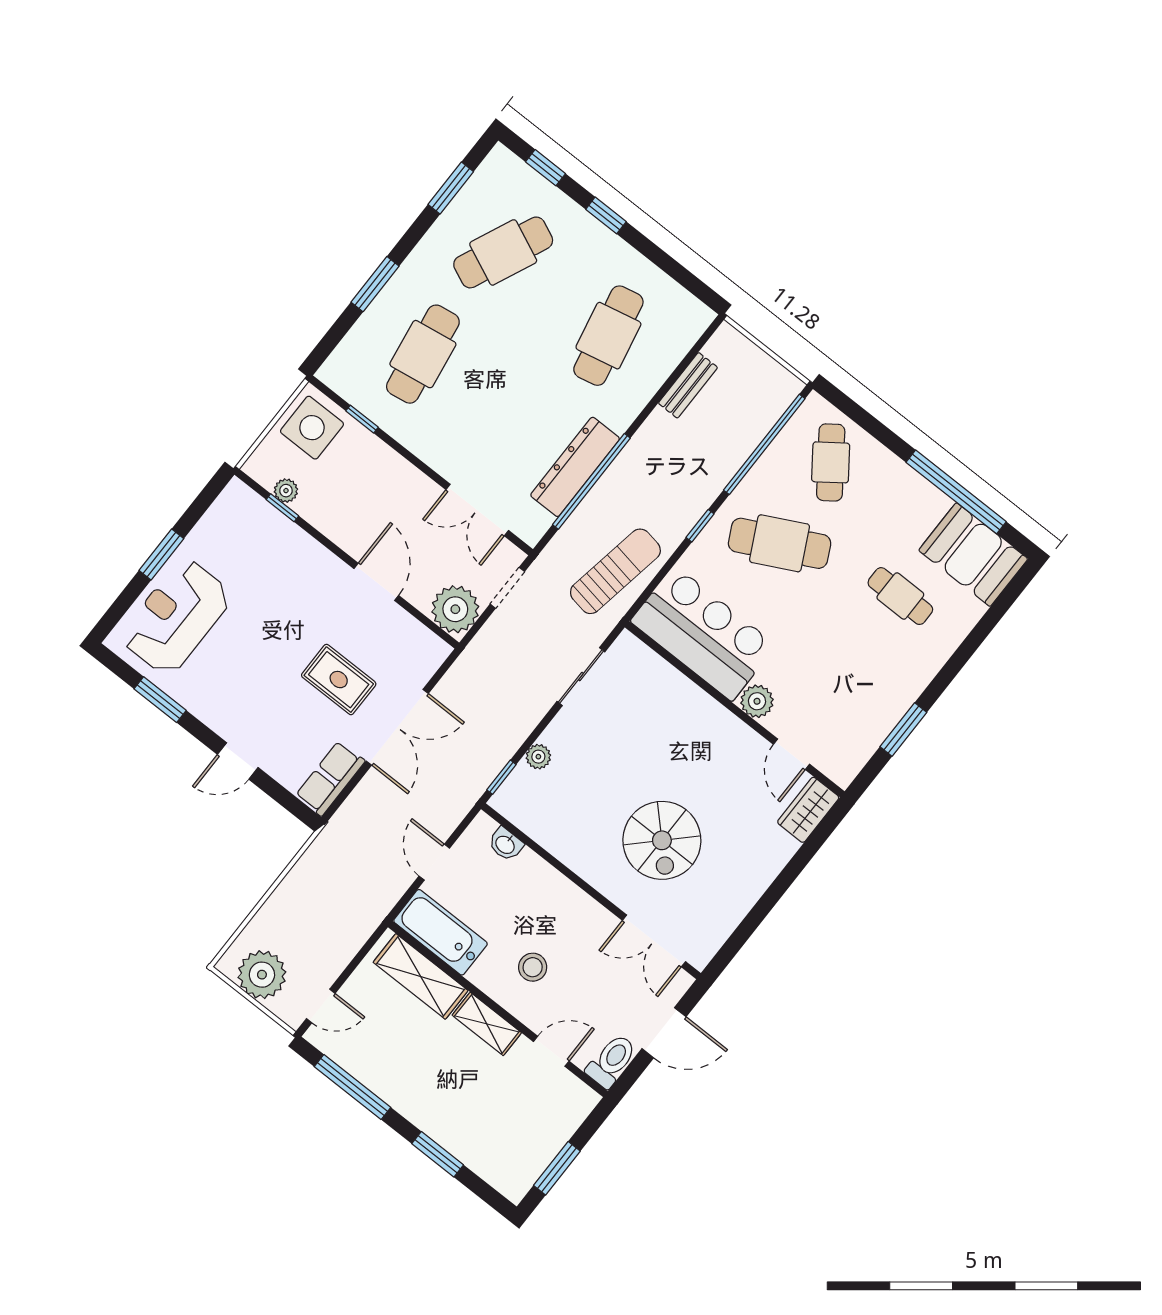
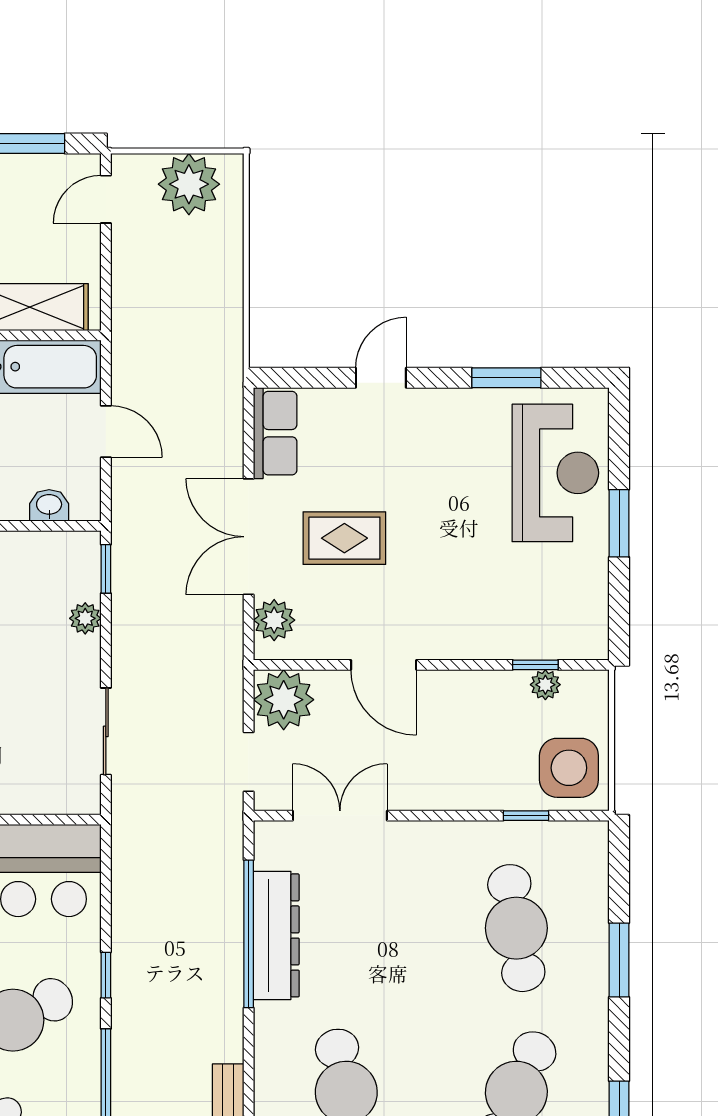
sun lounger: (615, 571) -> (154, 863), removed
plant: (422, 663) -> (274, 620), added

